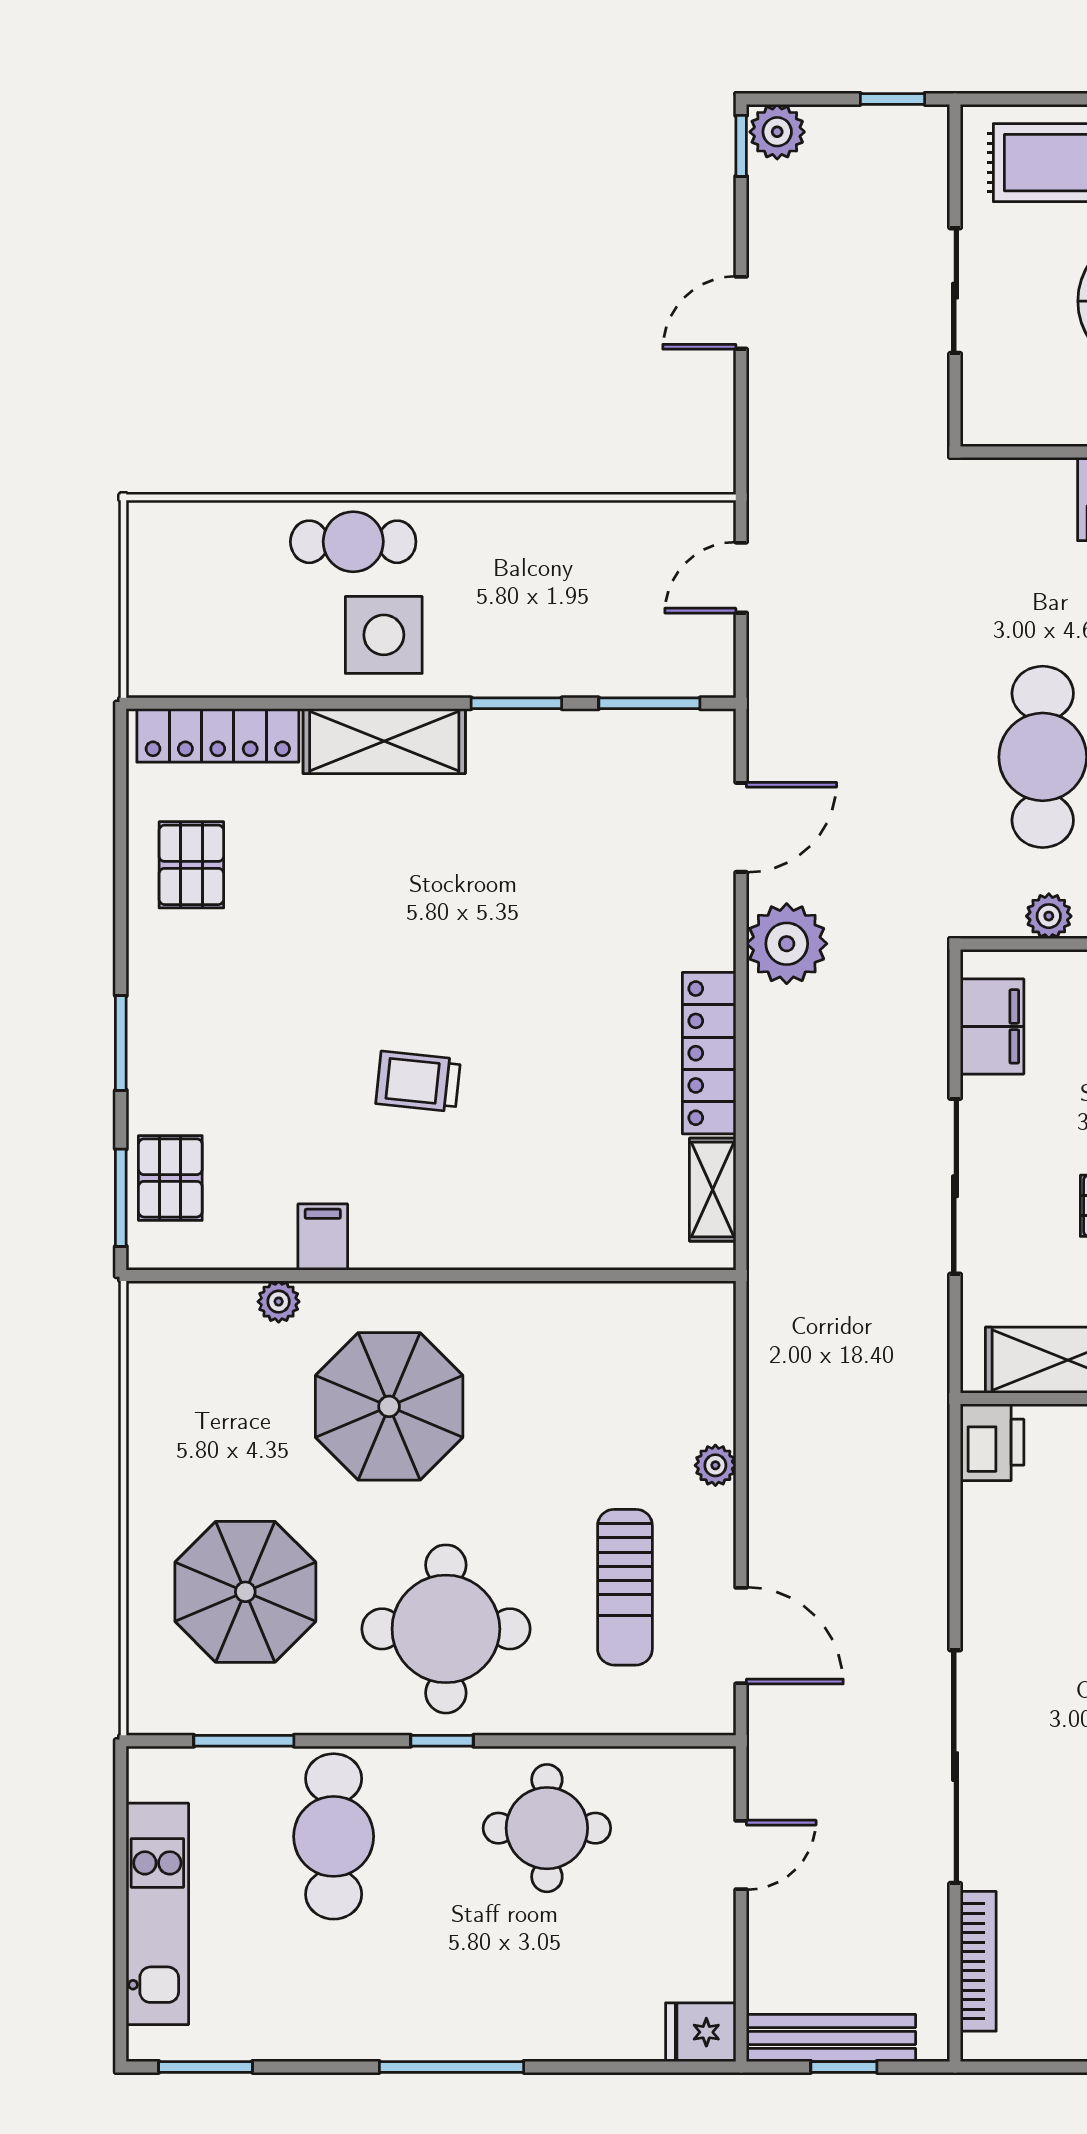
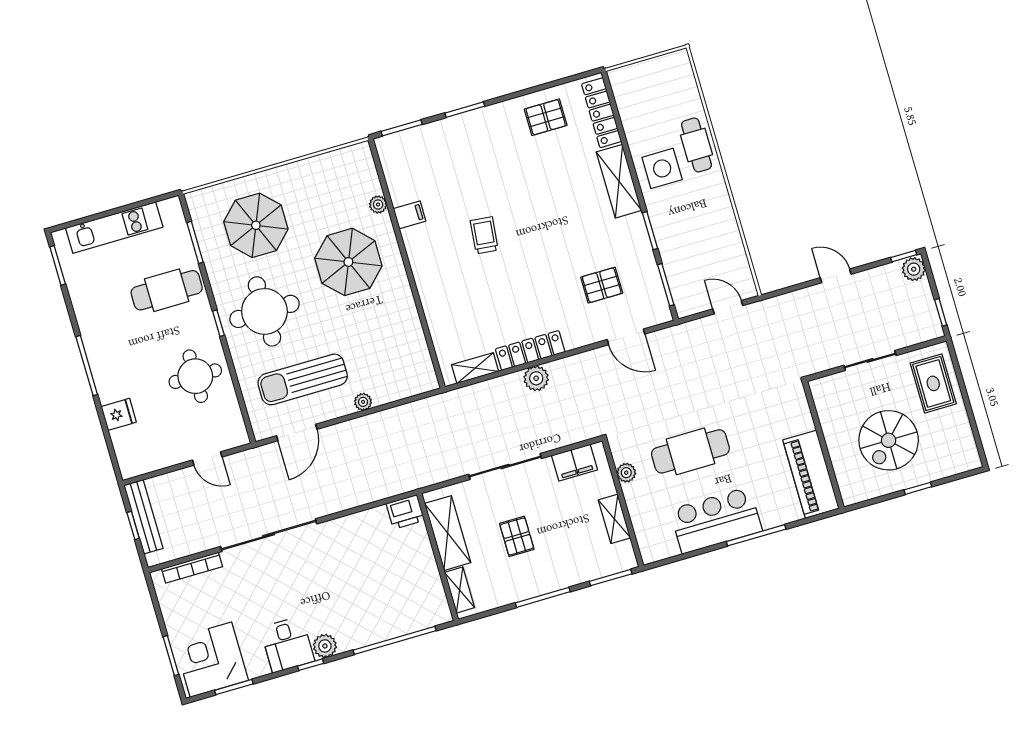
plant: (787, 944) -> (536, 378), moved, width x0.73, depth x0.73
pallet: (170, 1178) -> (602, 285), moved
sun lounger: (625, 1587) -> (303, 379), width x1.36, depth x1.34
fridge: (701, 2032) -> (119, 414), moved, turned 90

